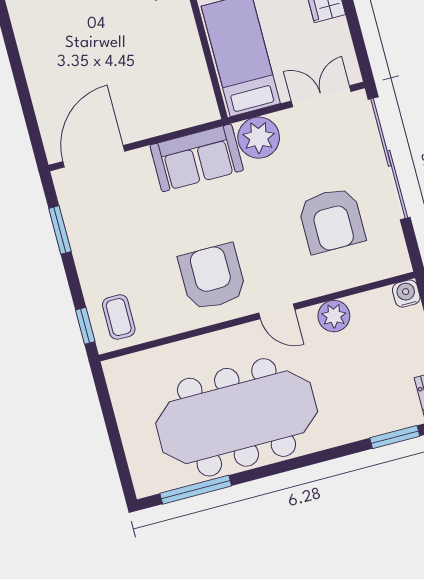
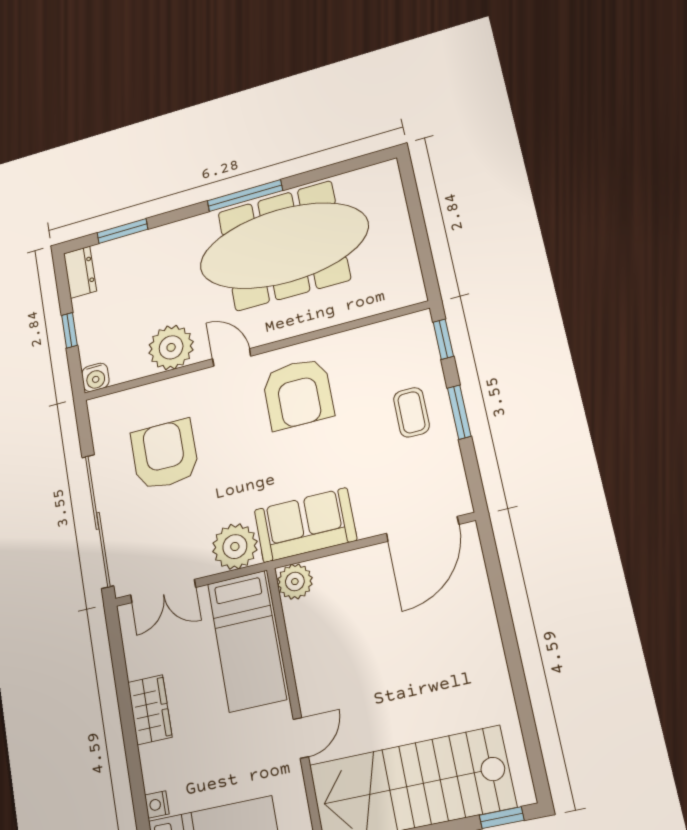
plant: (202, 108) -> (295, 582), added
window: (60, 230) -> (459, 412), moved
plant: (334, 316) -> (171, 347), width x1.36, depth x1.36
coffee table: (119, 317) -> (411, 412), moved
window: (196, 490) -> (245, 196), moved

